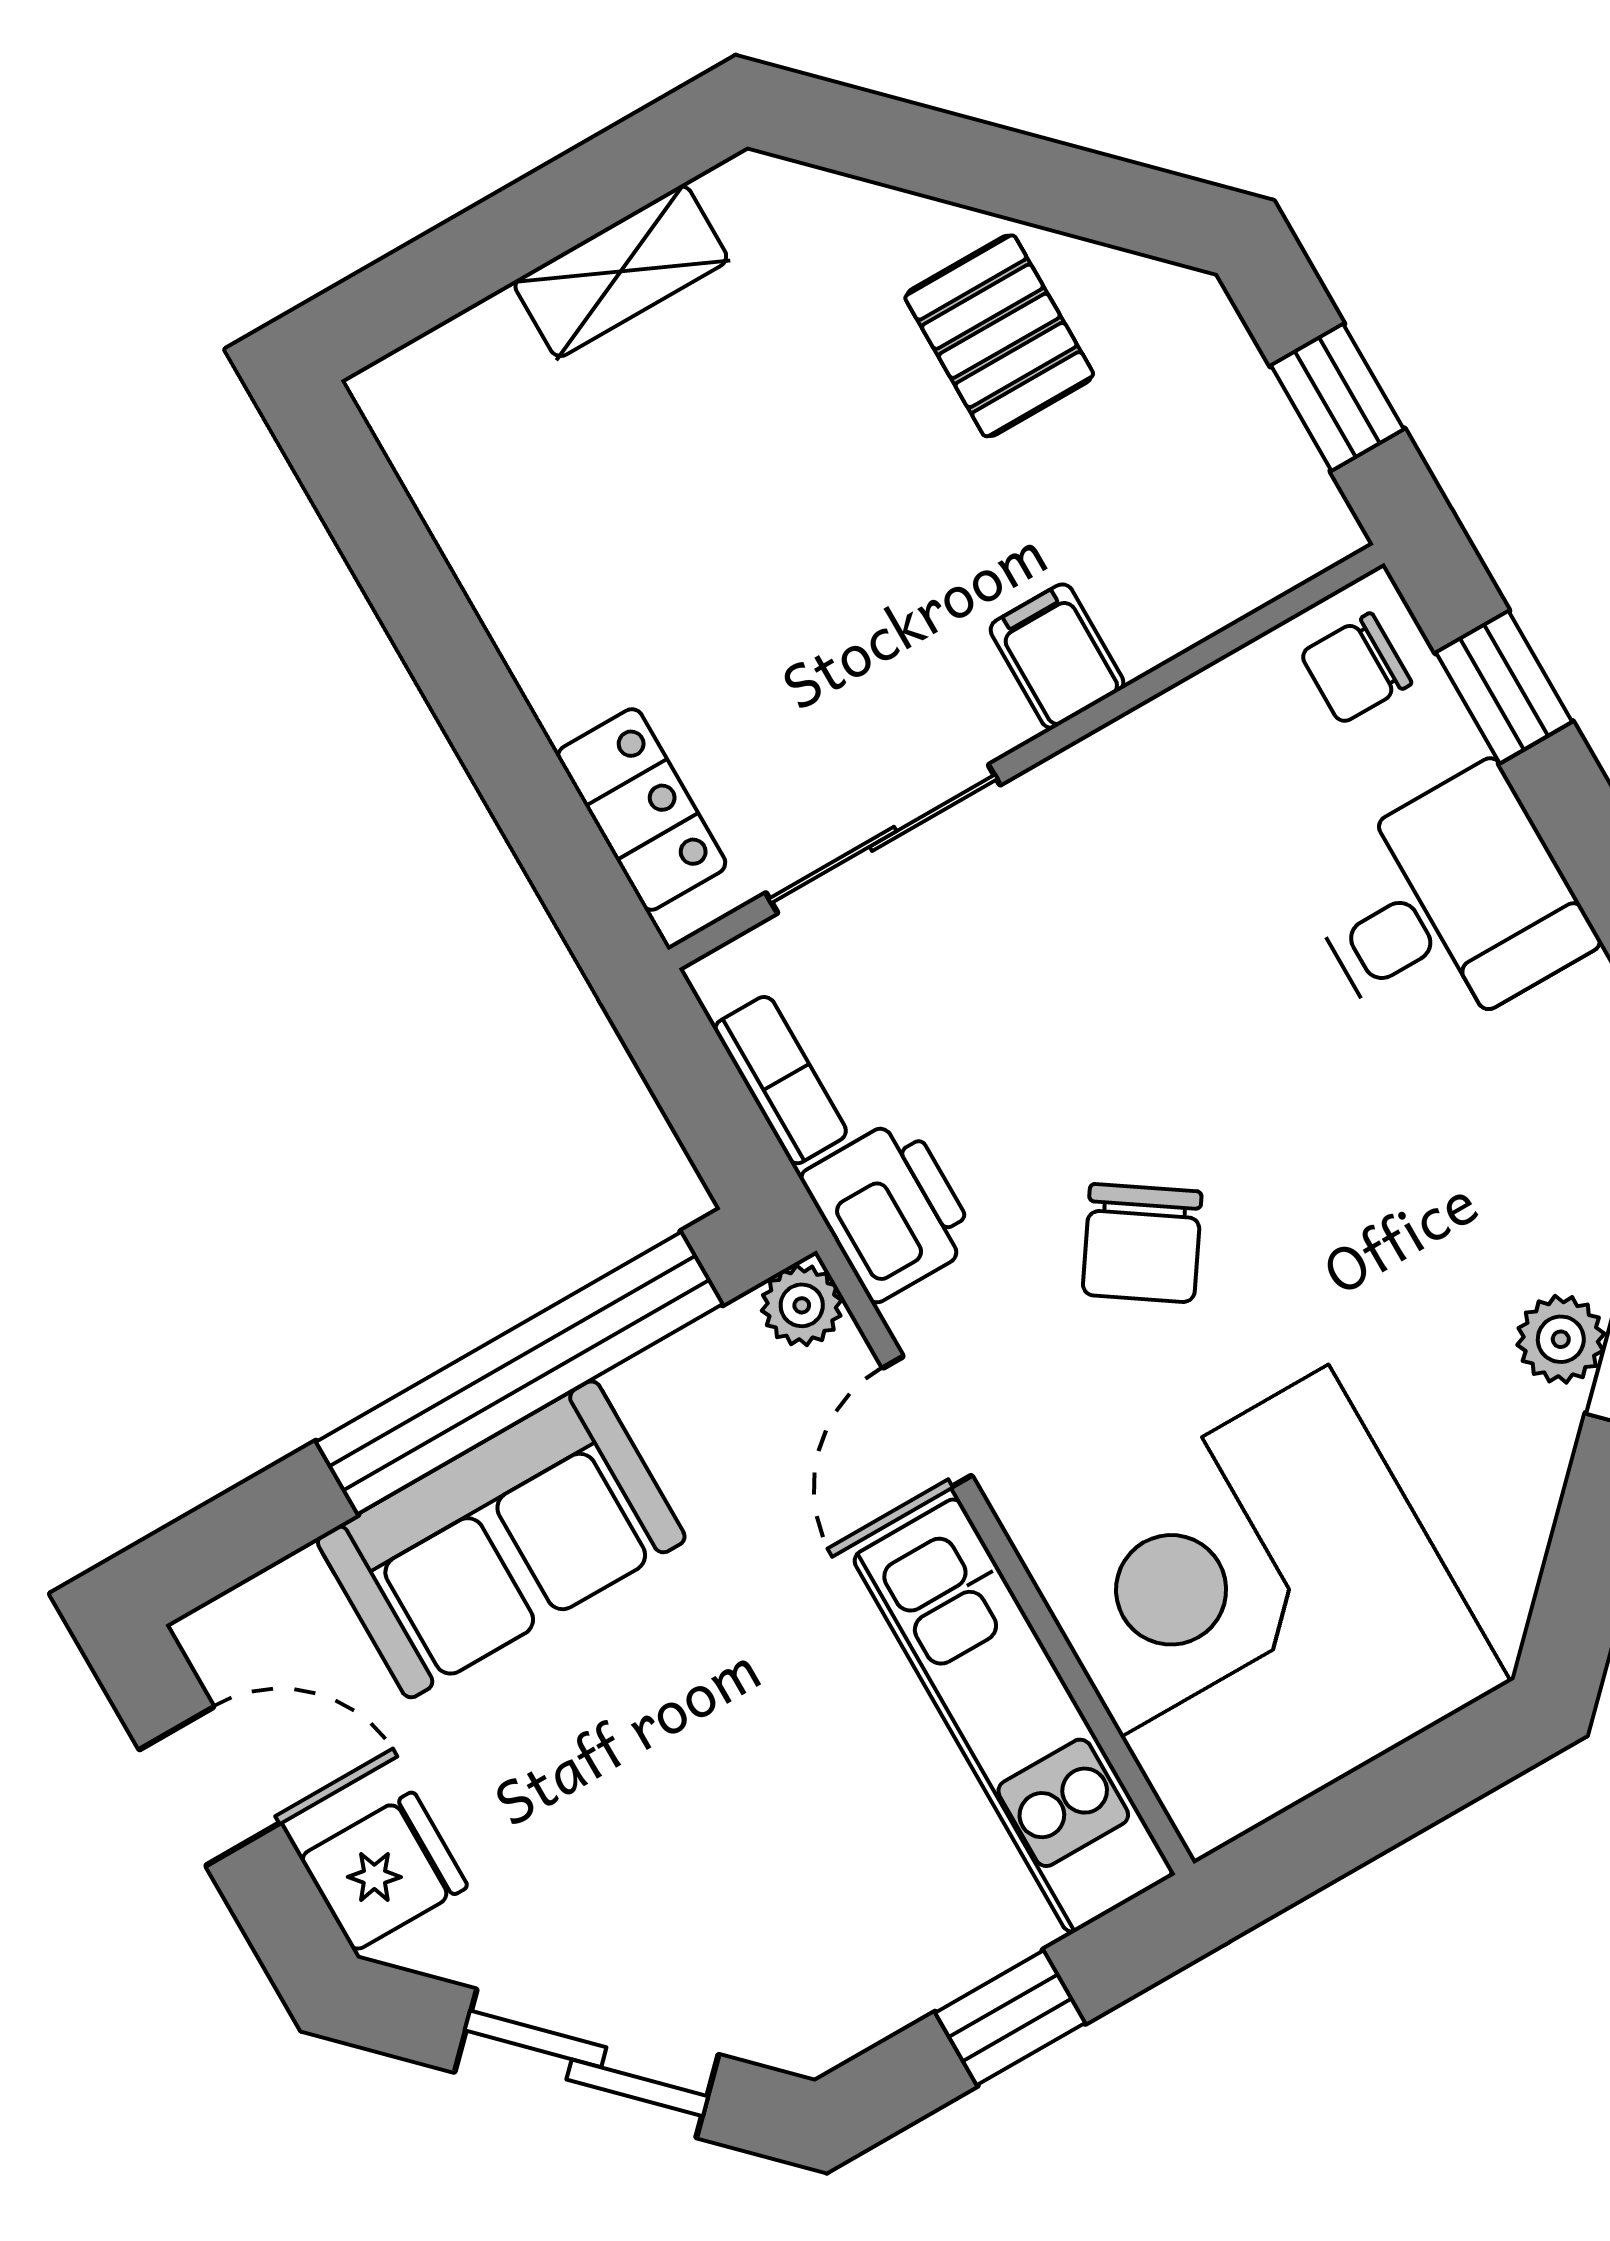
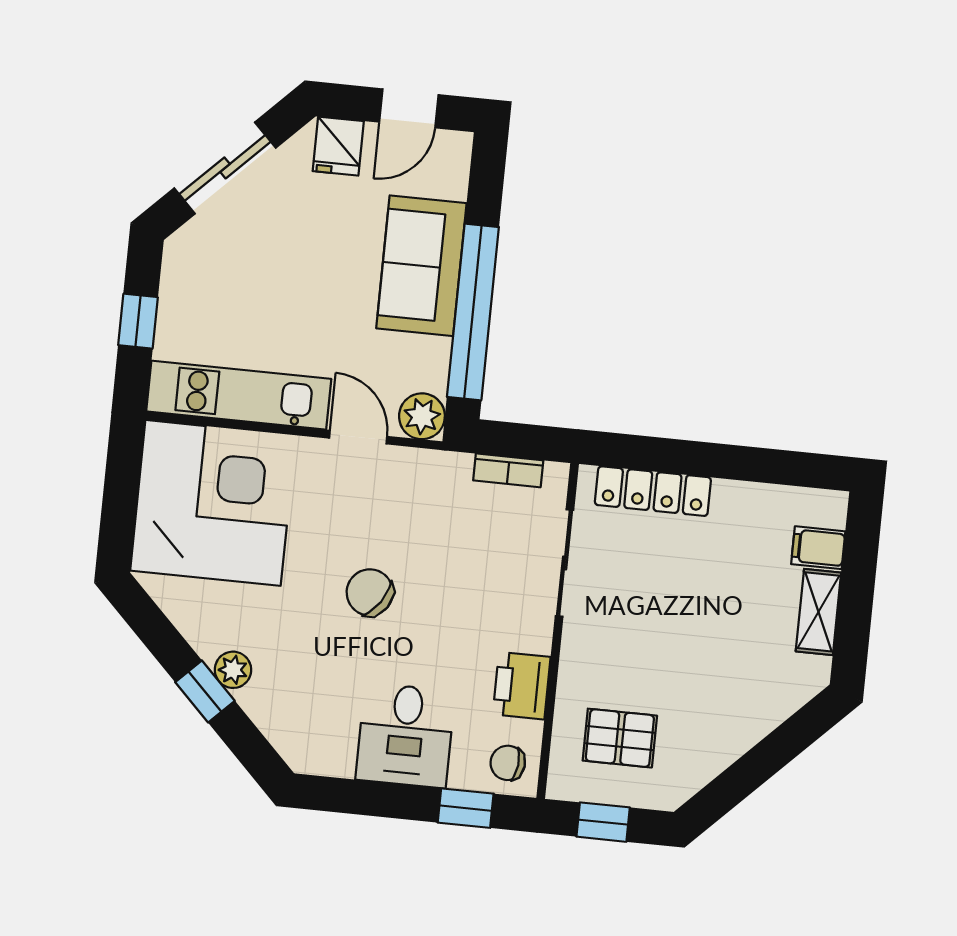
pallet: (999, 336) -> (620, 738), moved
filing cabinet: (1057, 656) -> (818, 548), moved, turned 180
chair: (1356, 668) -> (508, 763), turned -84
locker: (642, 809) -> (653, 491), width x1.53
printer: (890, 1209) -> (522, 686), moved, turned 90
chair: (1142, 1243) -> (370, 592), moved
plant: (802, 1305) -> (422, 416), width x1.38, depth x1.38

